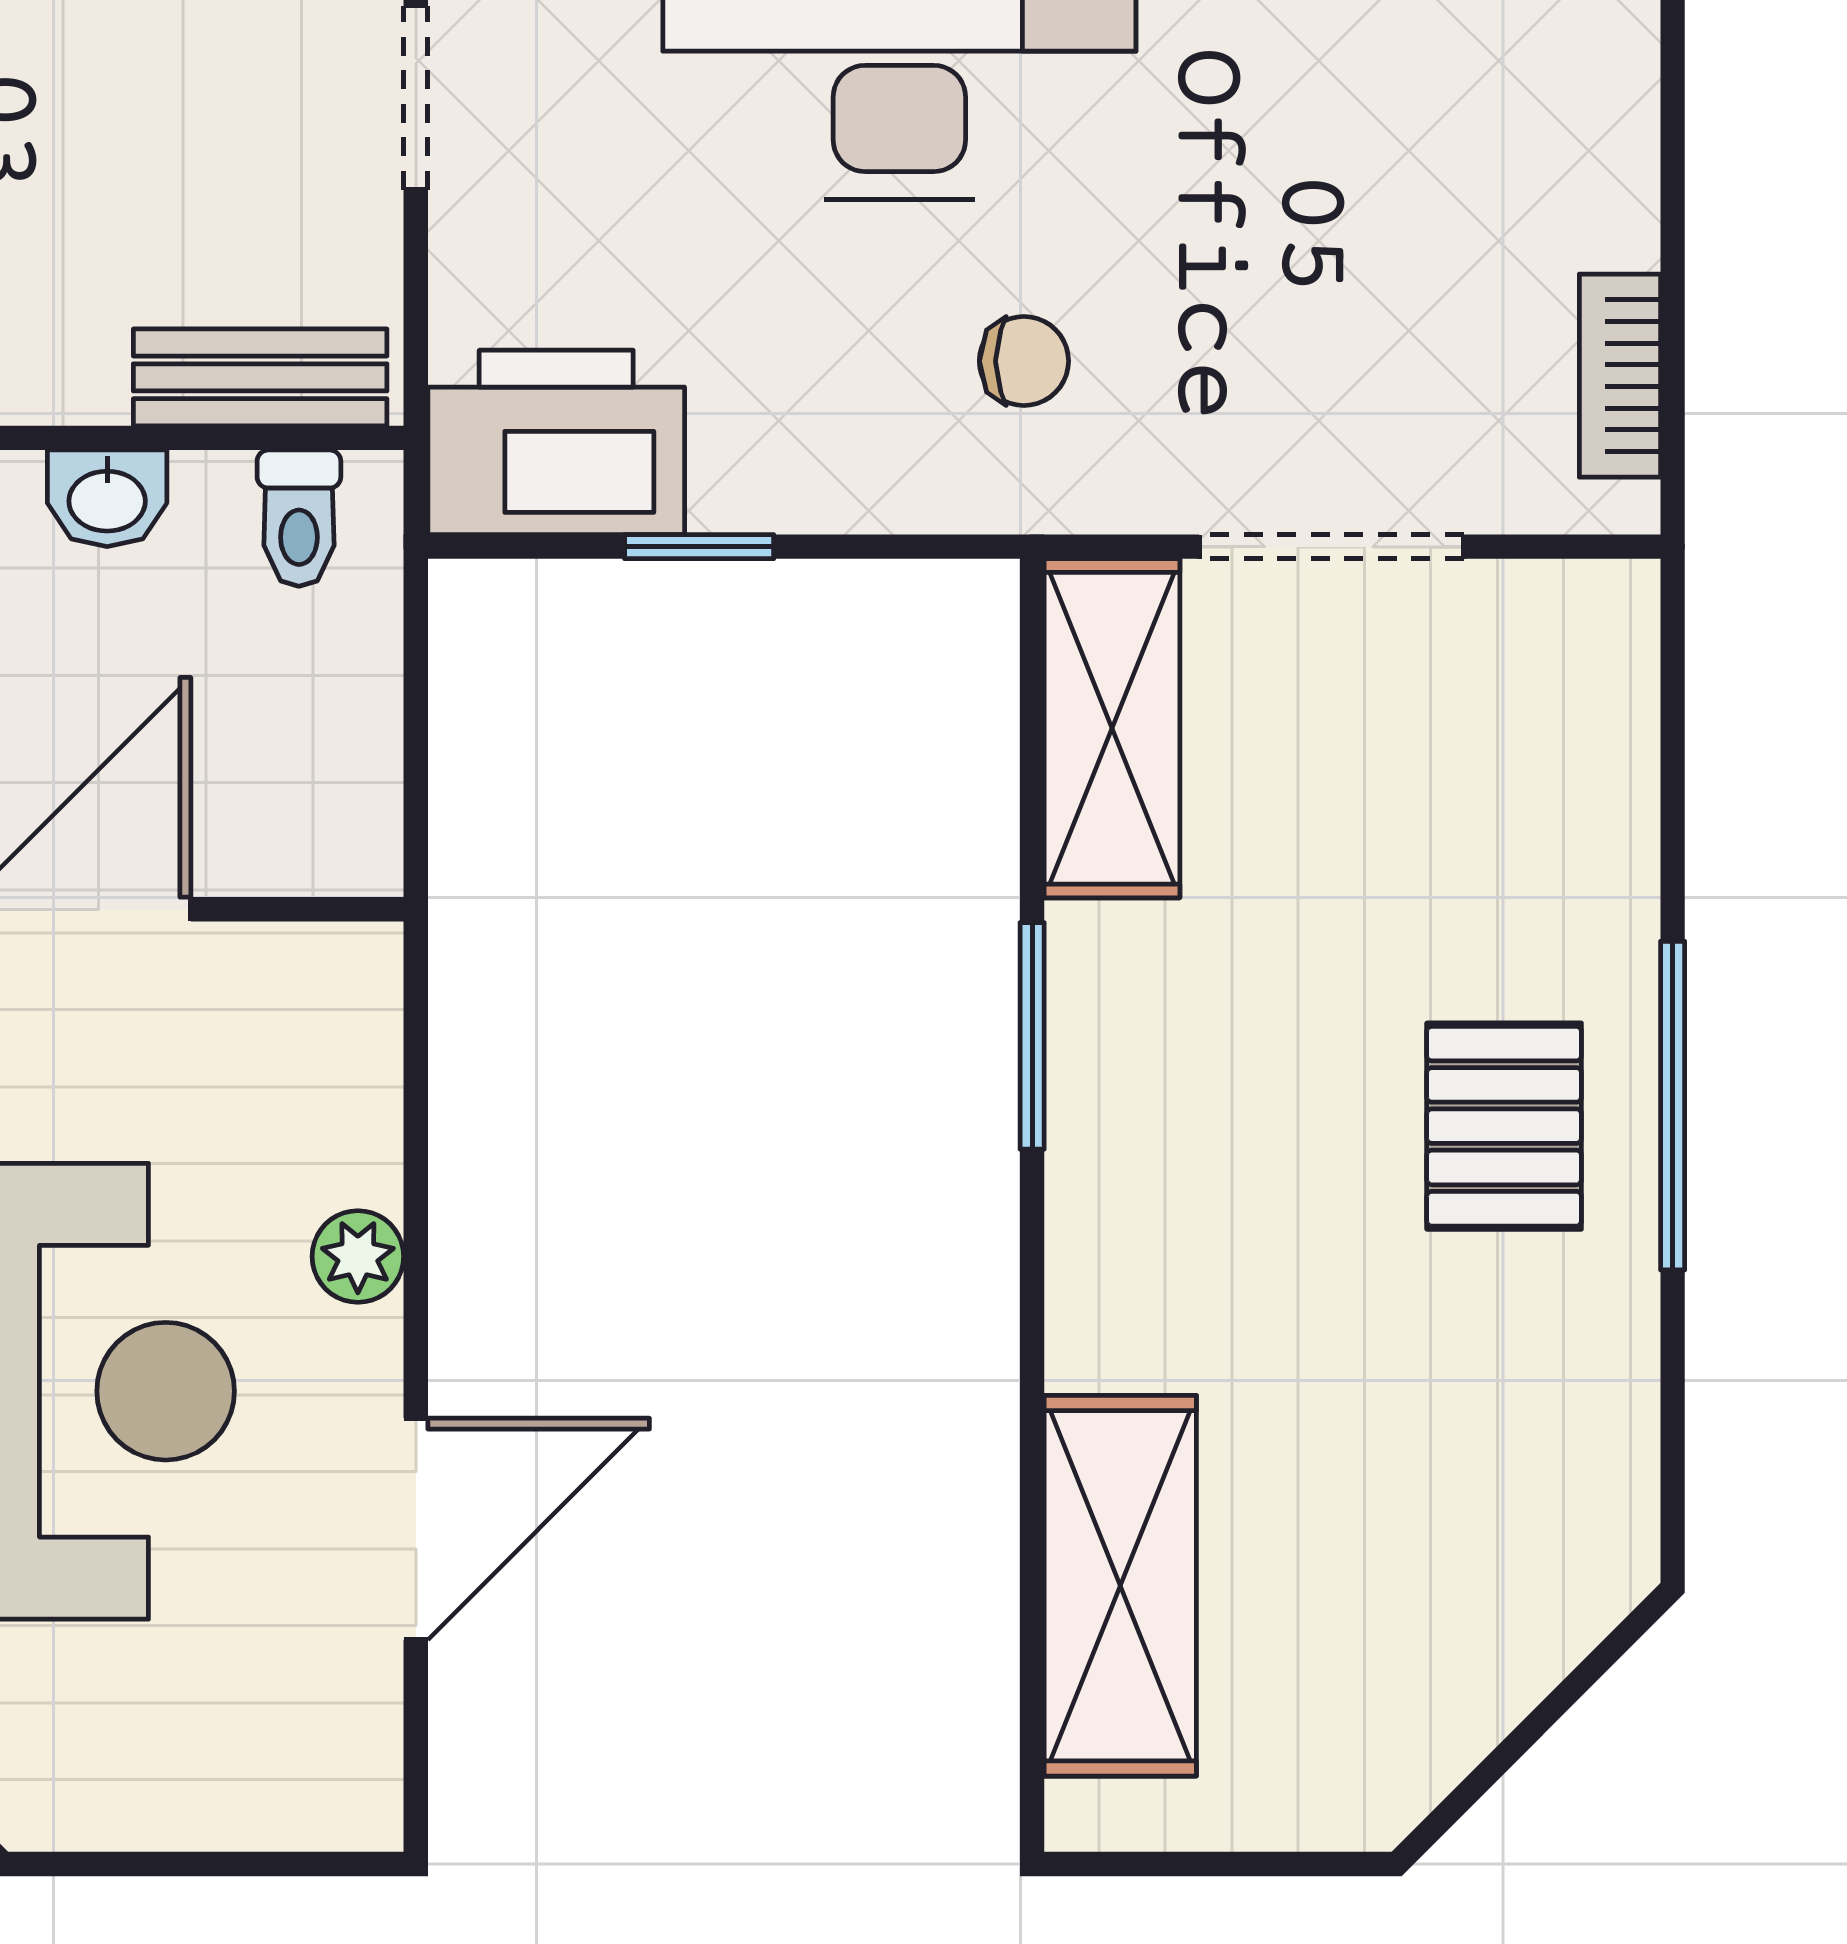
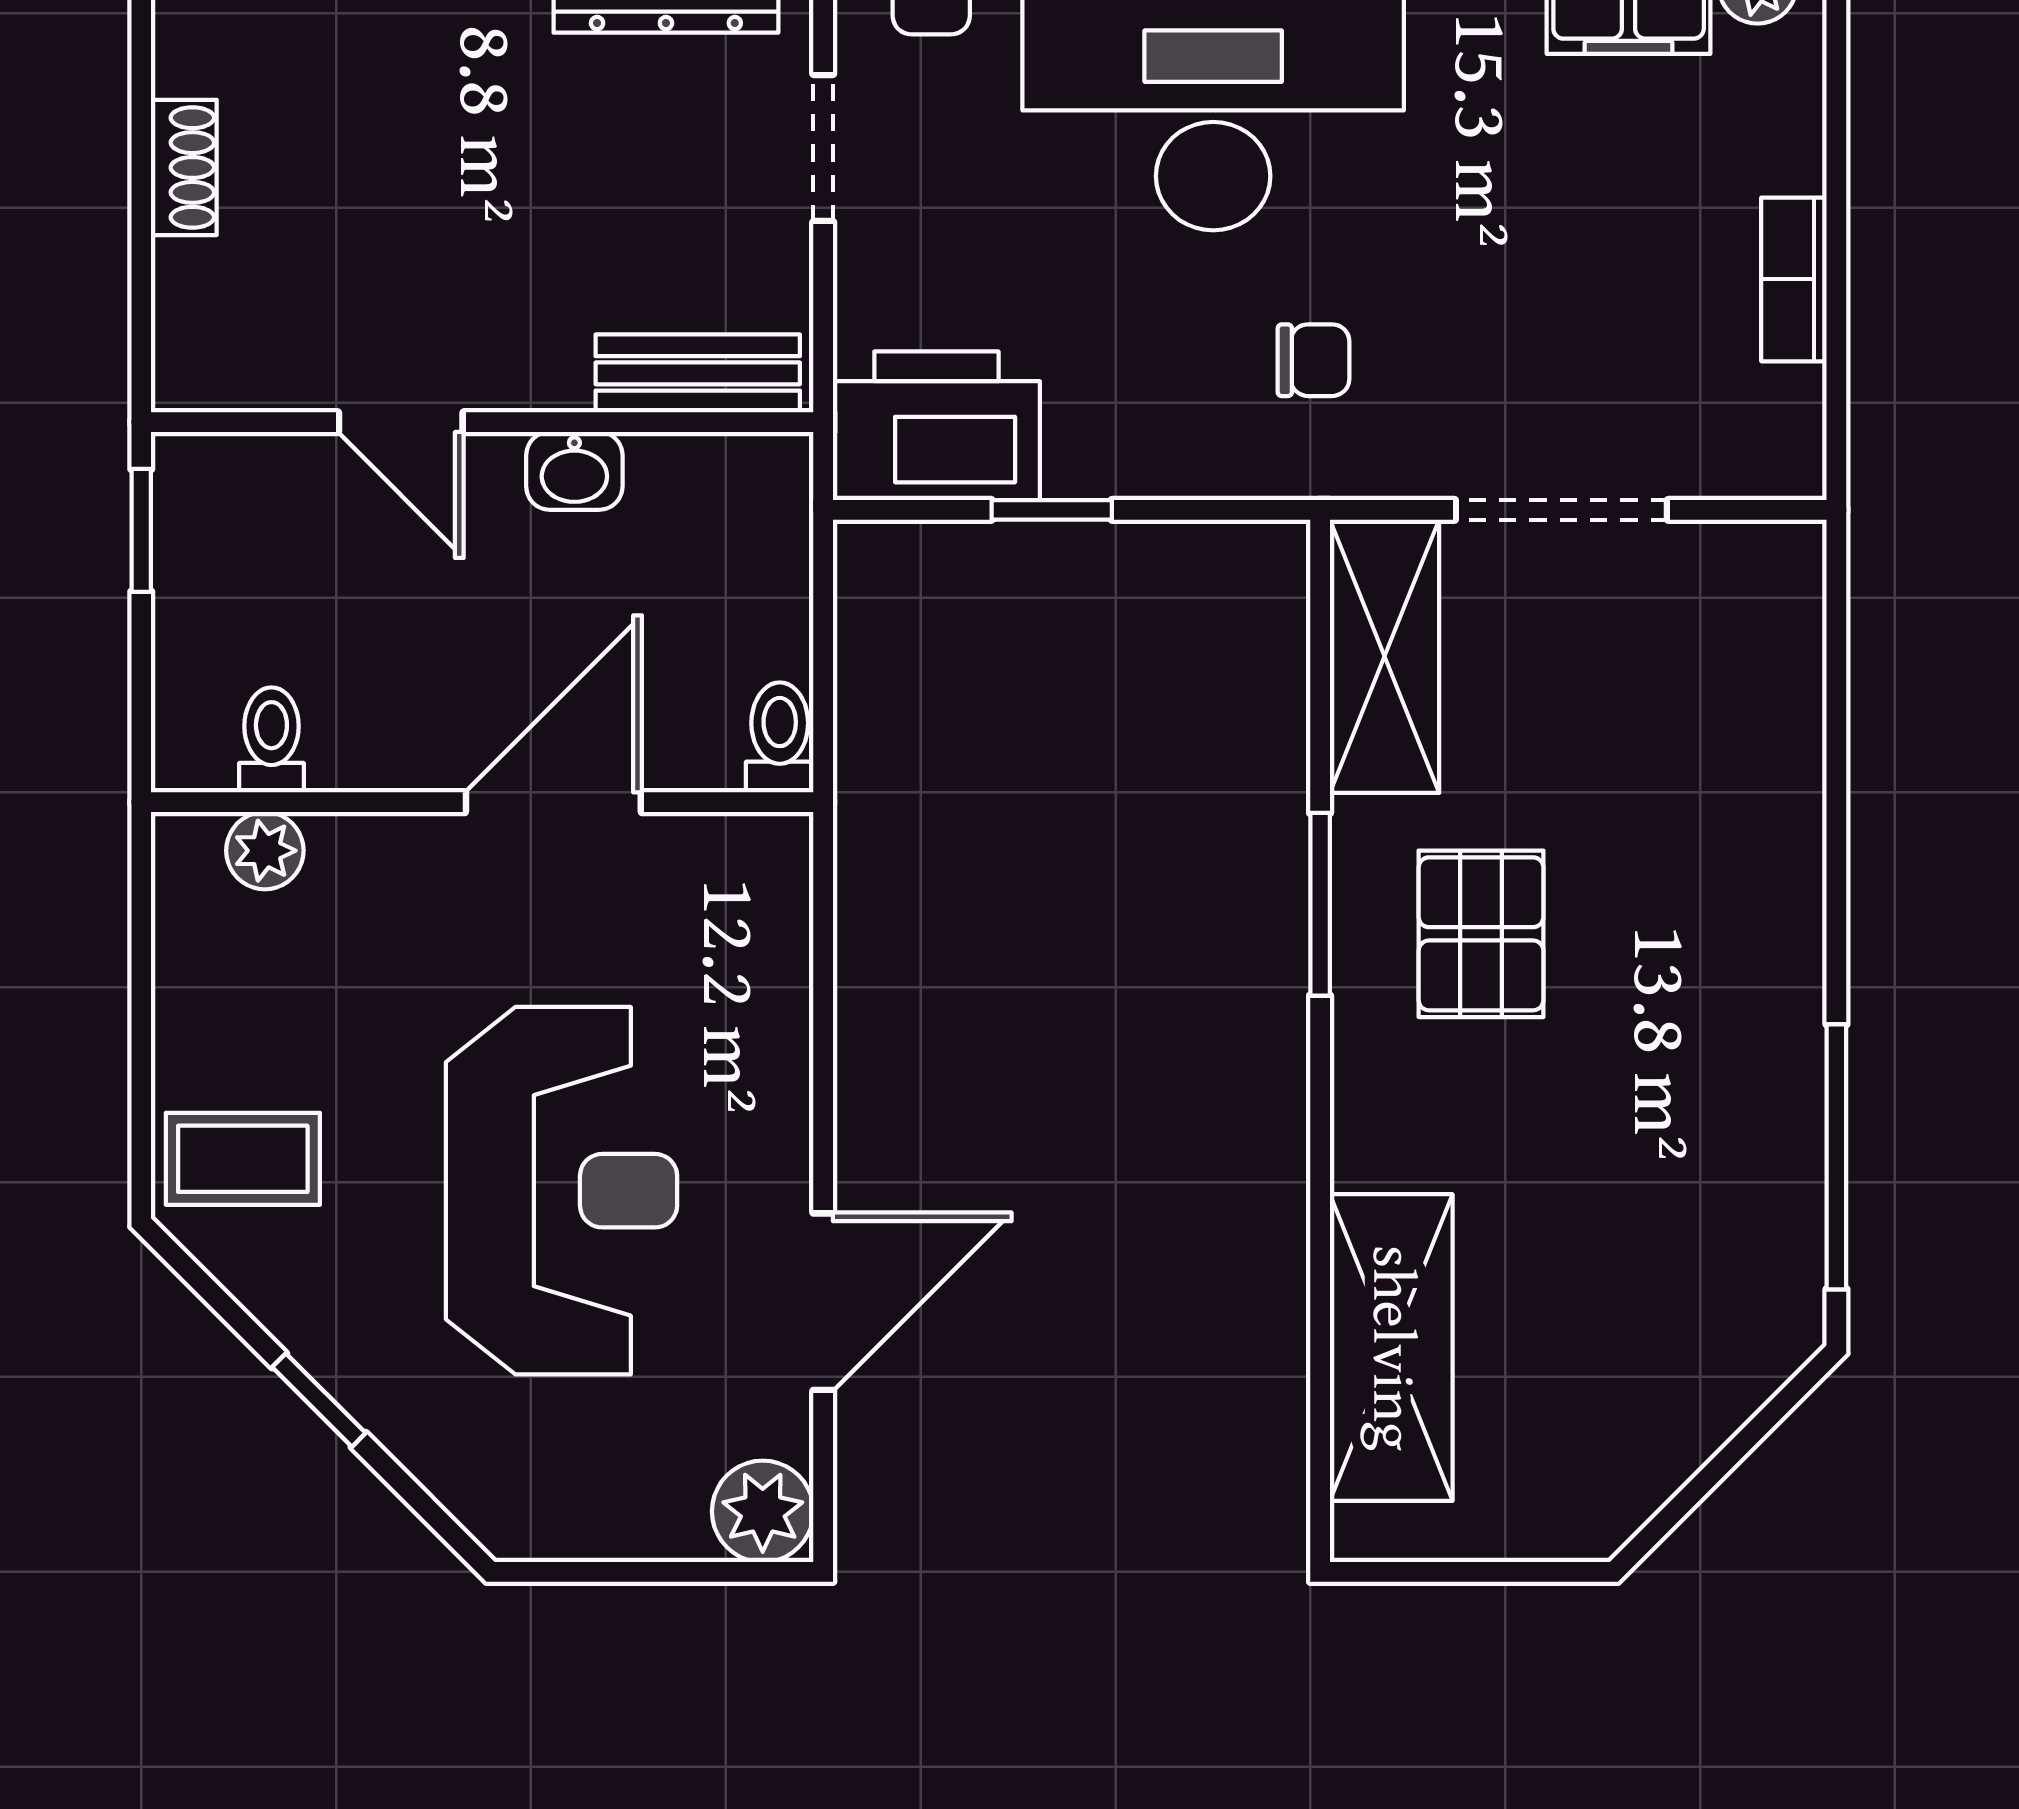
bookcase: (1620, 376) -> (1794, 279), moved
toilet: (299, 518) -> (780, 737), moved, turned 180
window: (1673, 1106) -> (1836, 1157), moved
pallet: (1504, 1126) -> (1481, 934), moved
plant: (358, 1256) -> (763, 1511), moved, width x1.38, depth x1.38

